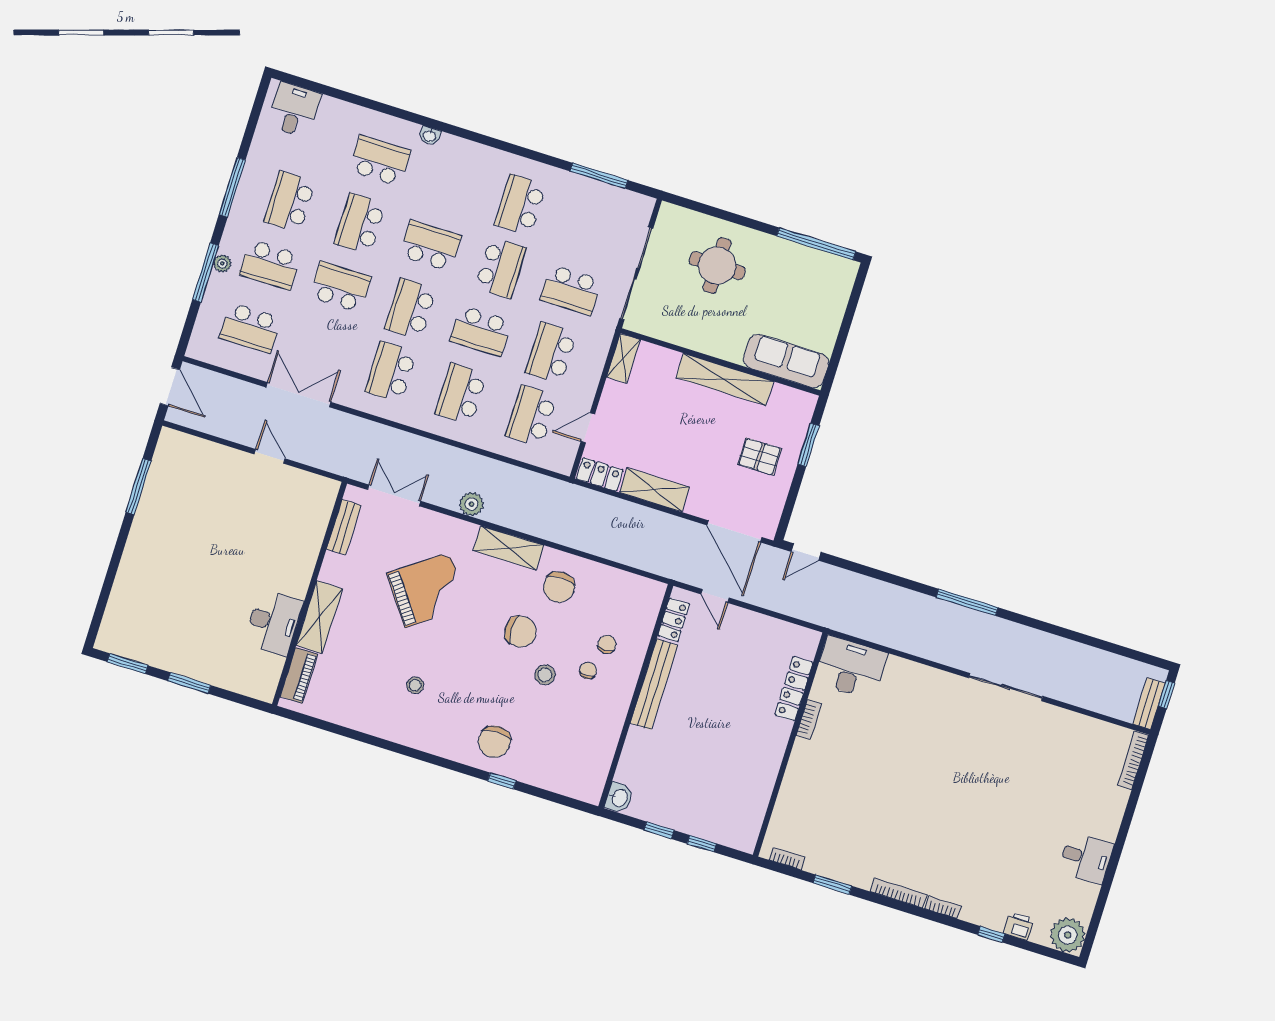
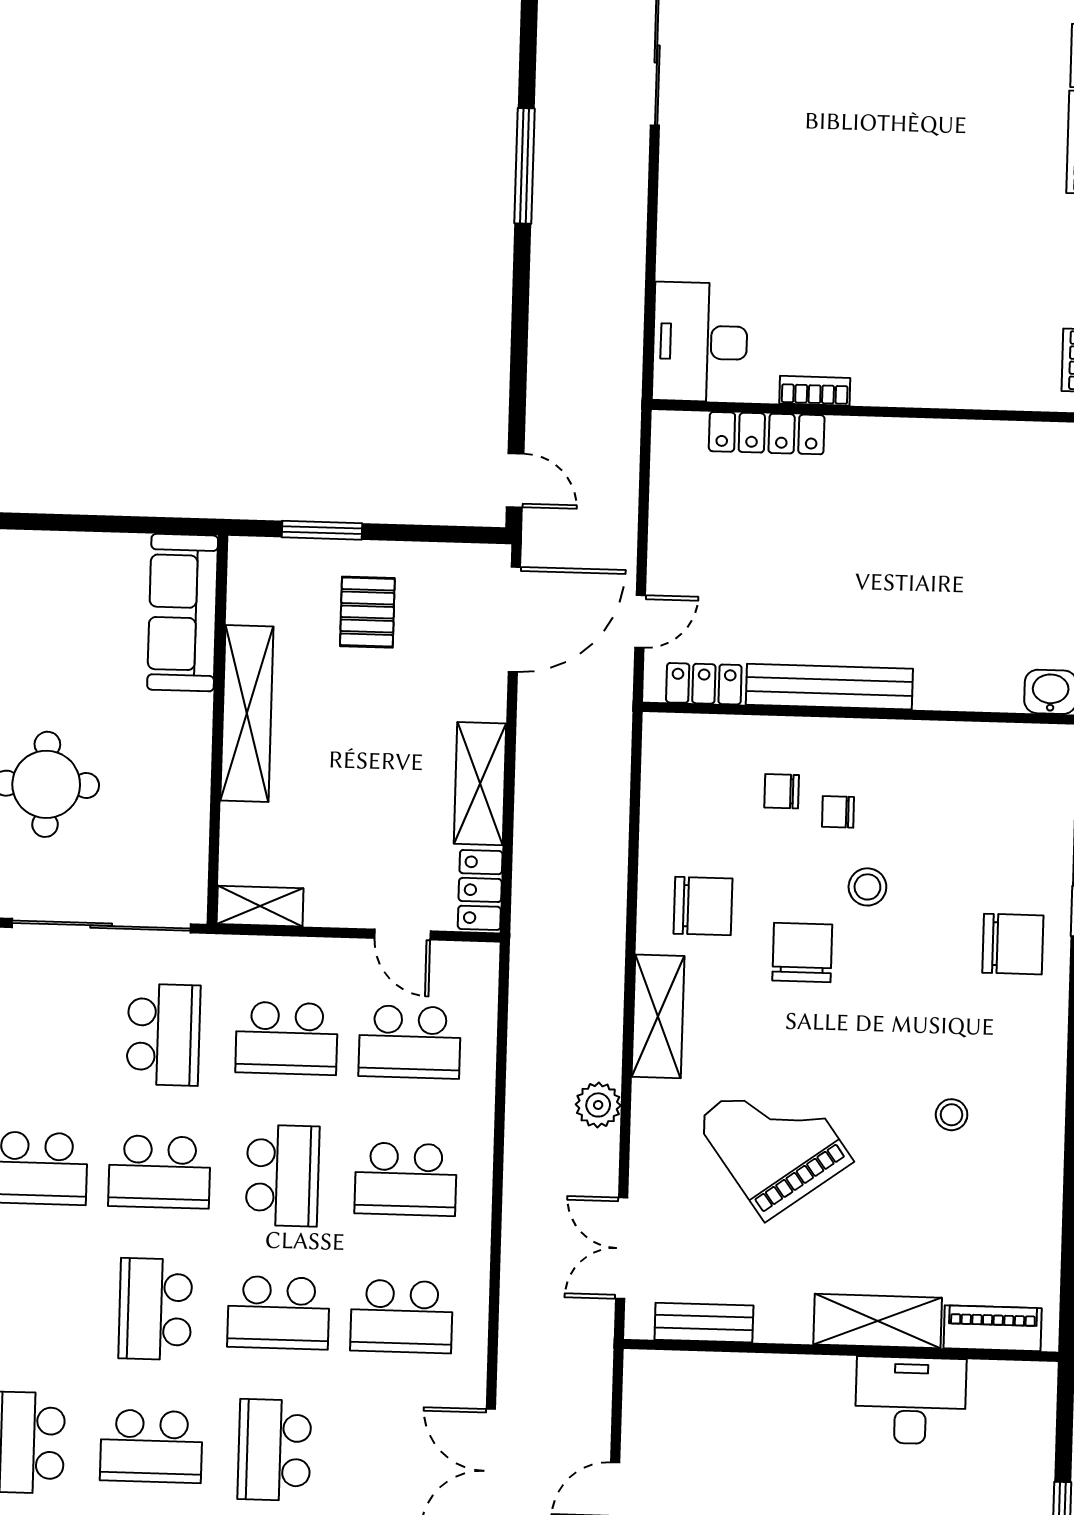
school desk: (501, 268) -> (159, 1172), turned 180

